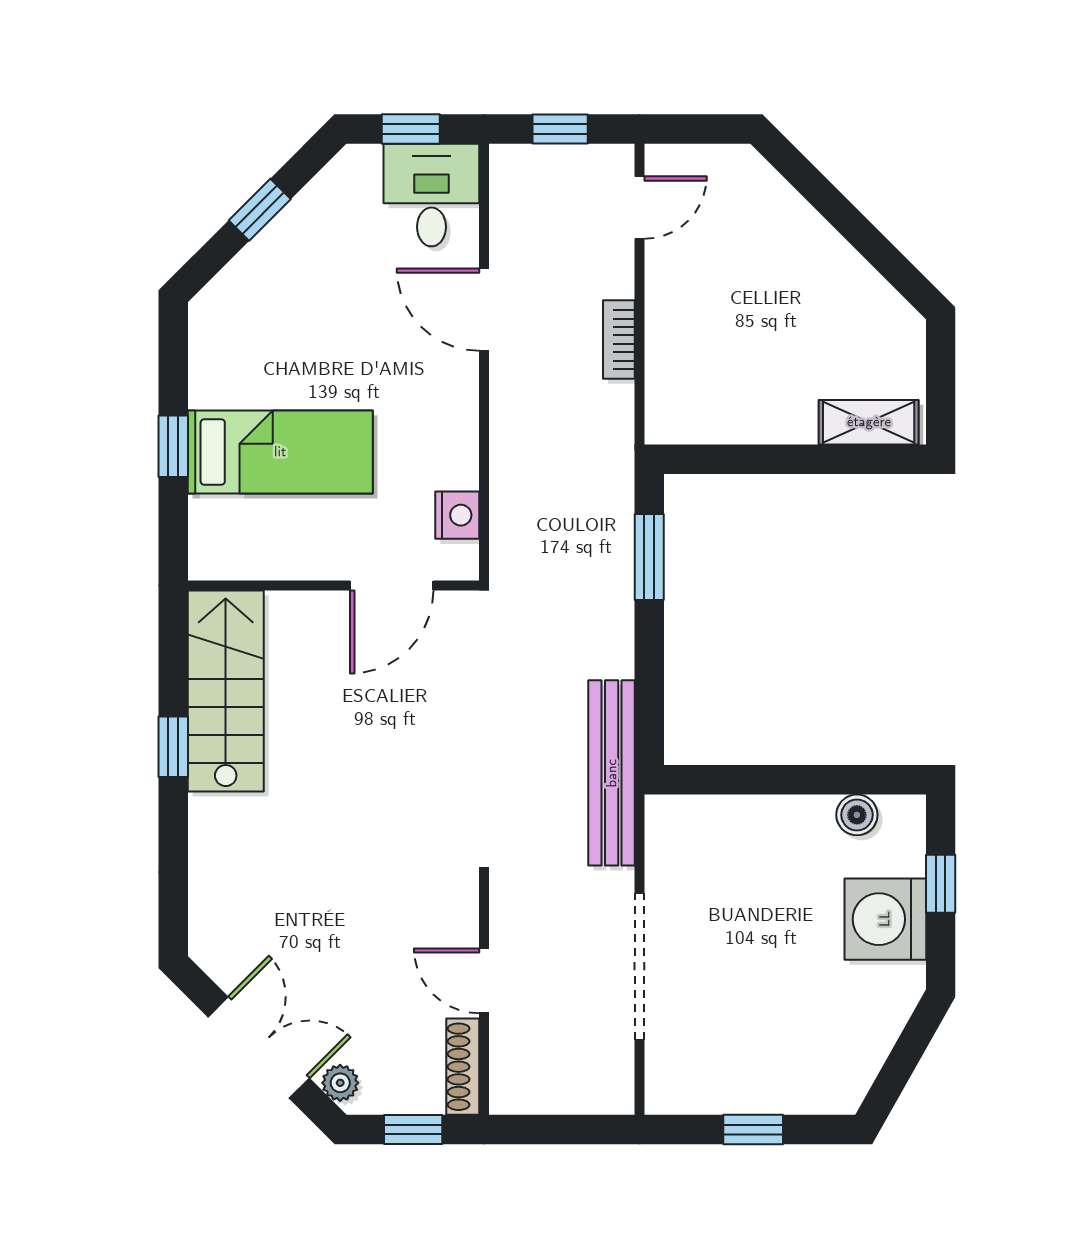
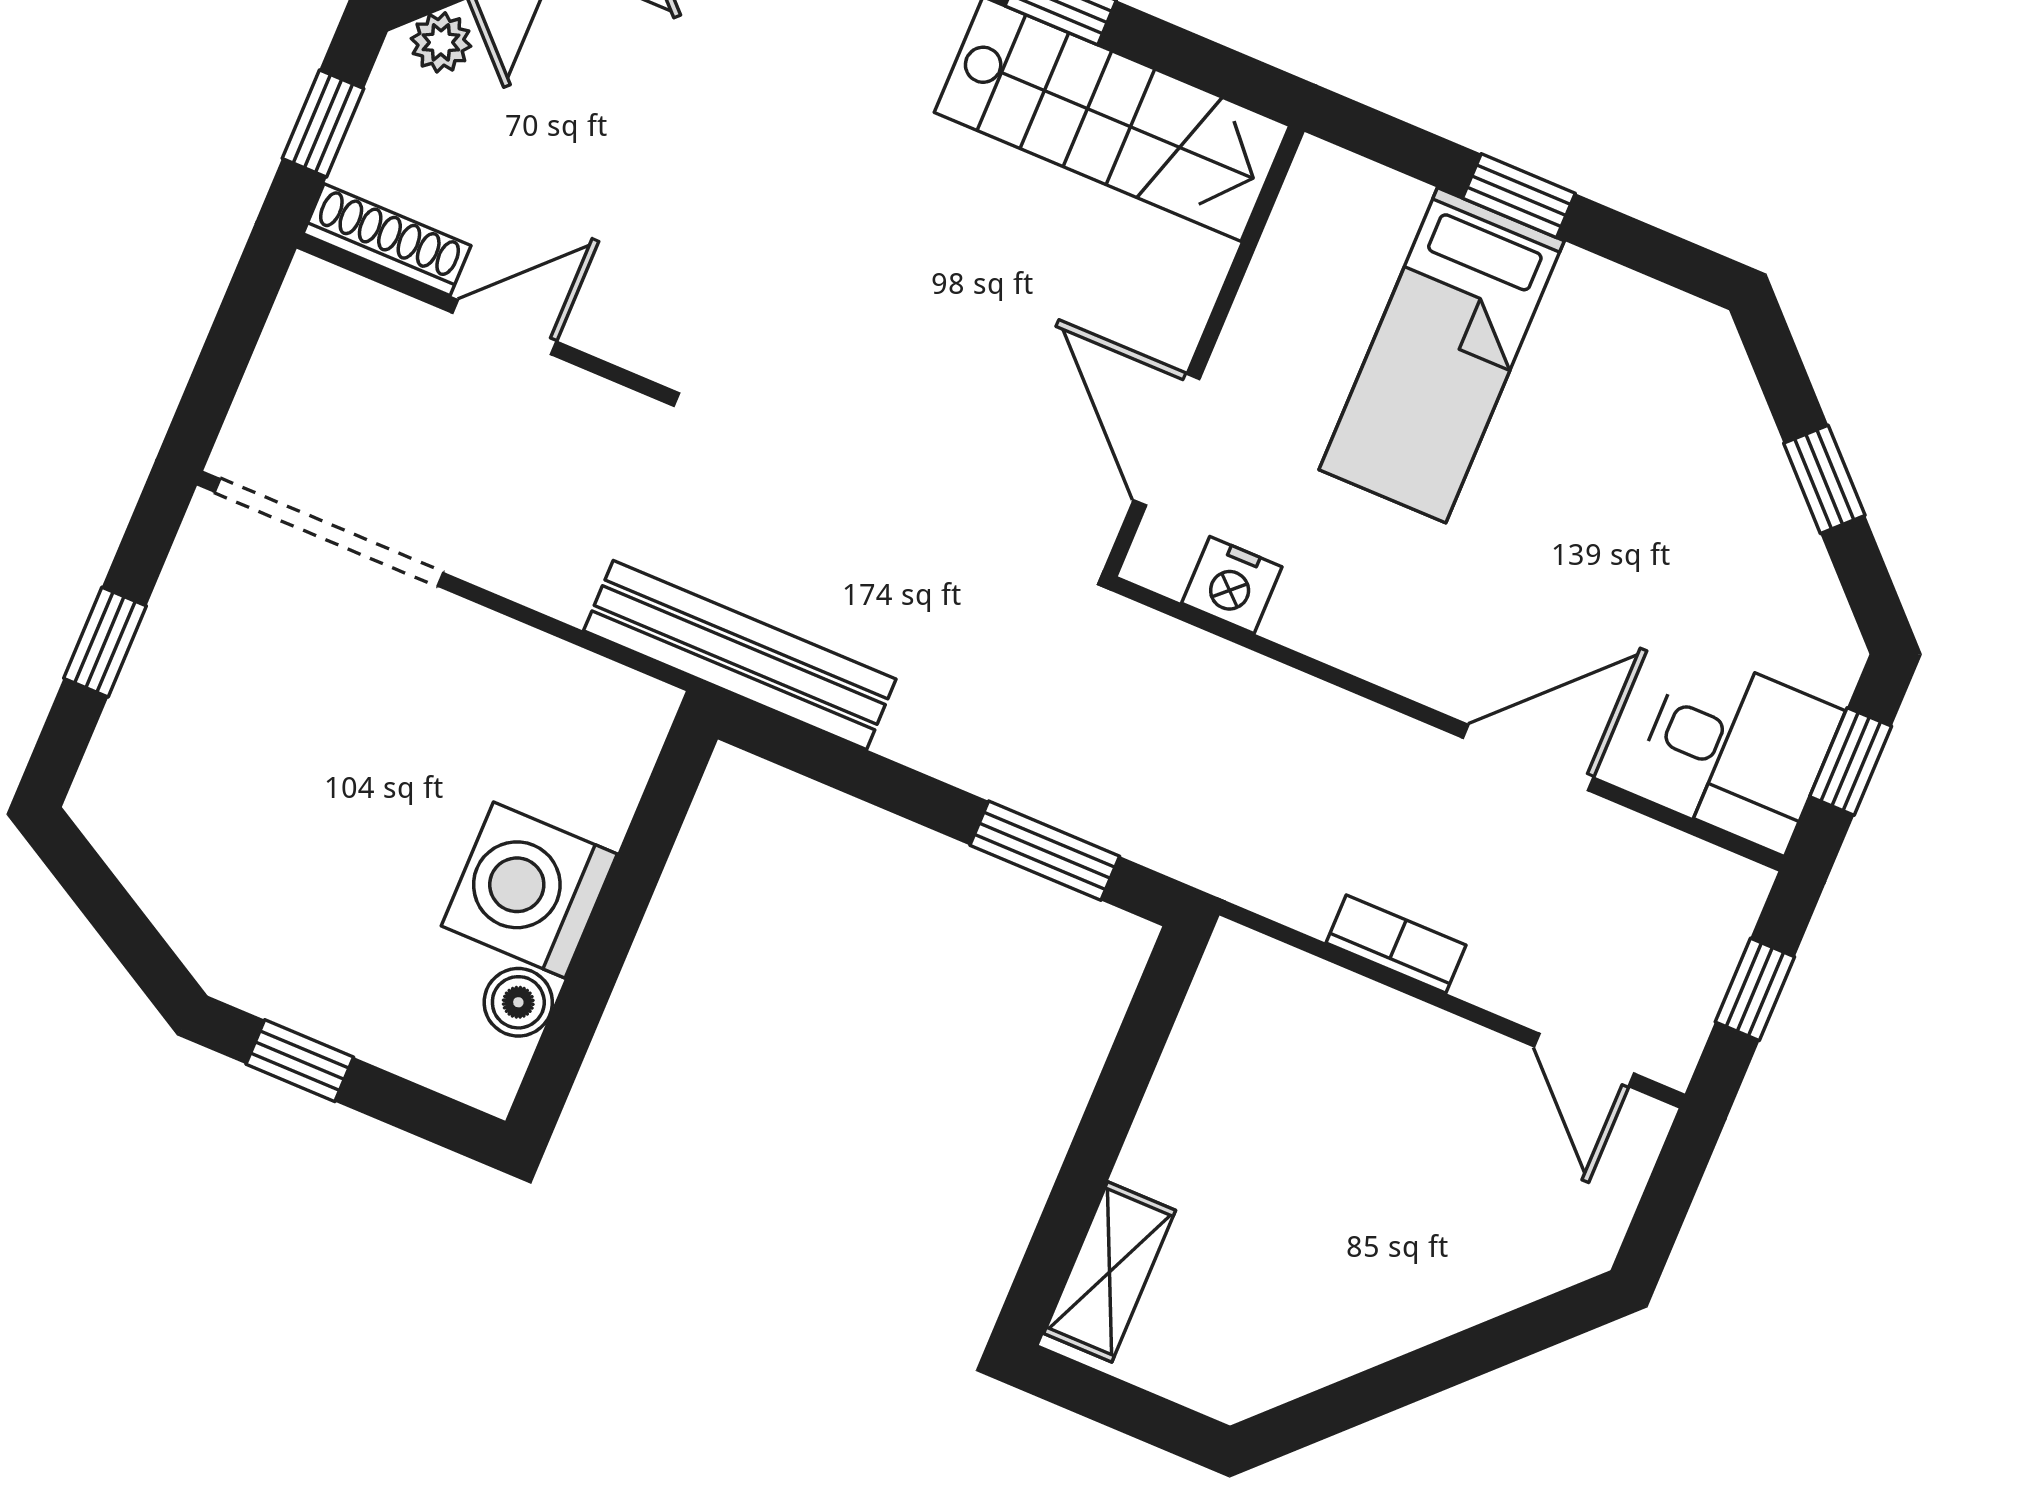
window: (941, 884) -> (300, 1061), moved
washing machine: (885, 919) -> (529, 890), moved, turned -90
doorway: (639, 967) -> (329, 532), moved

